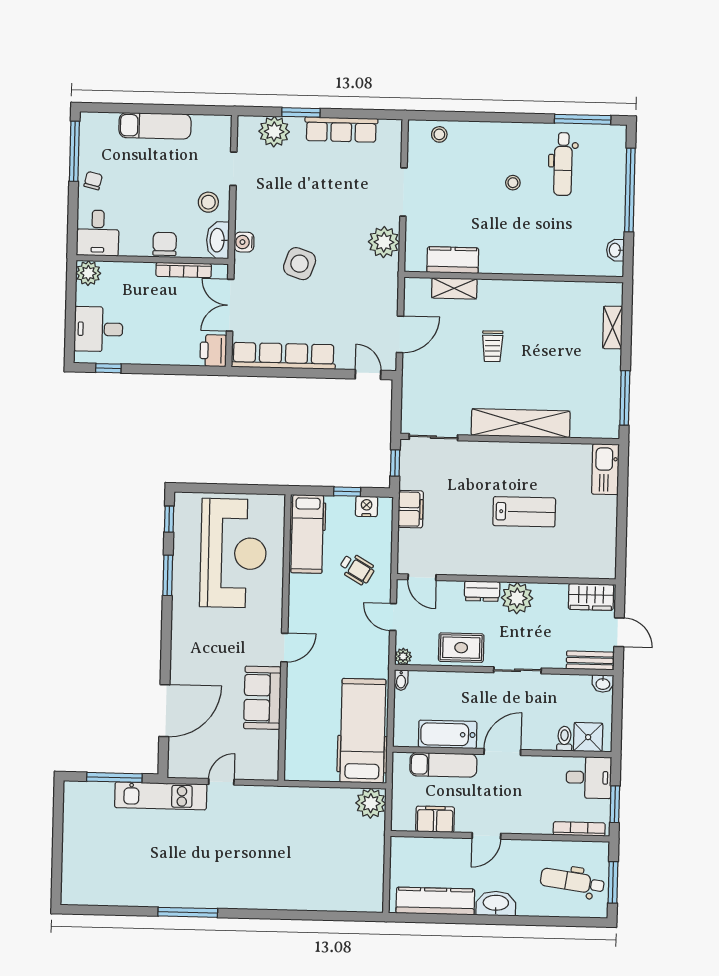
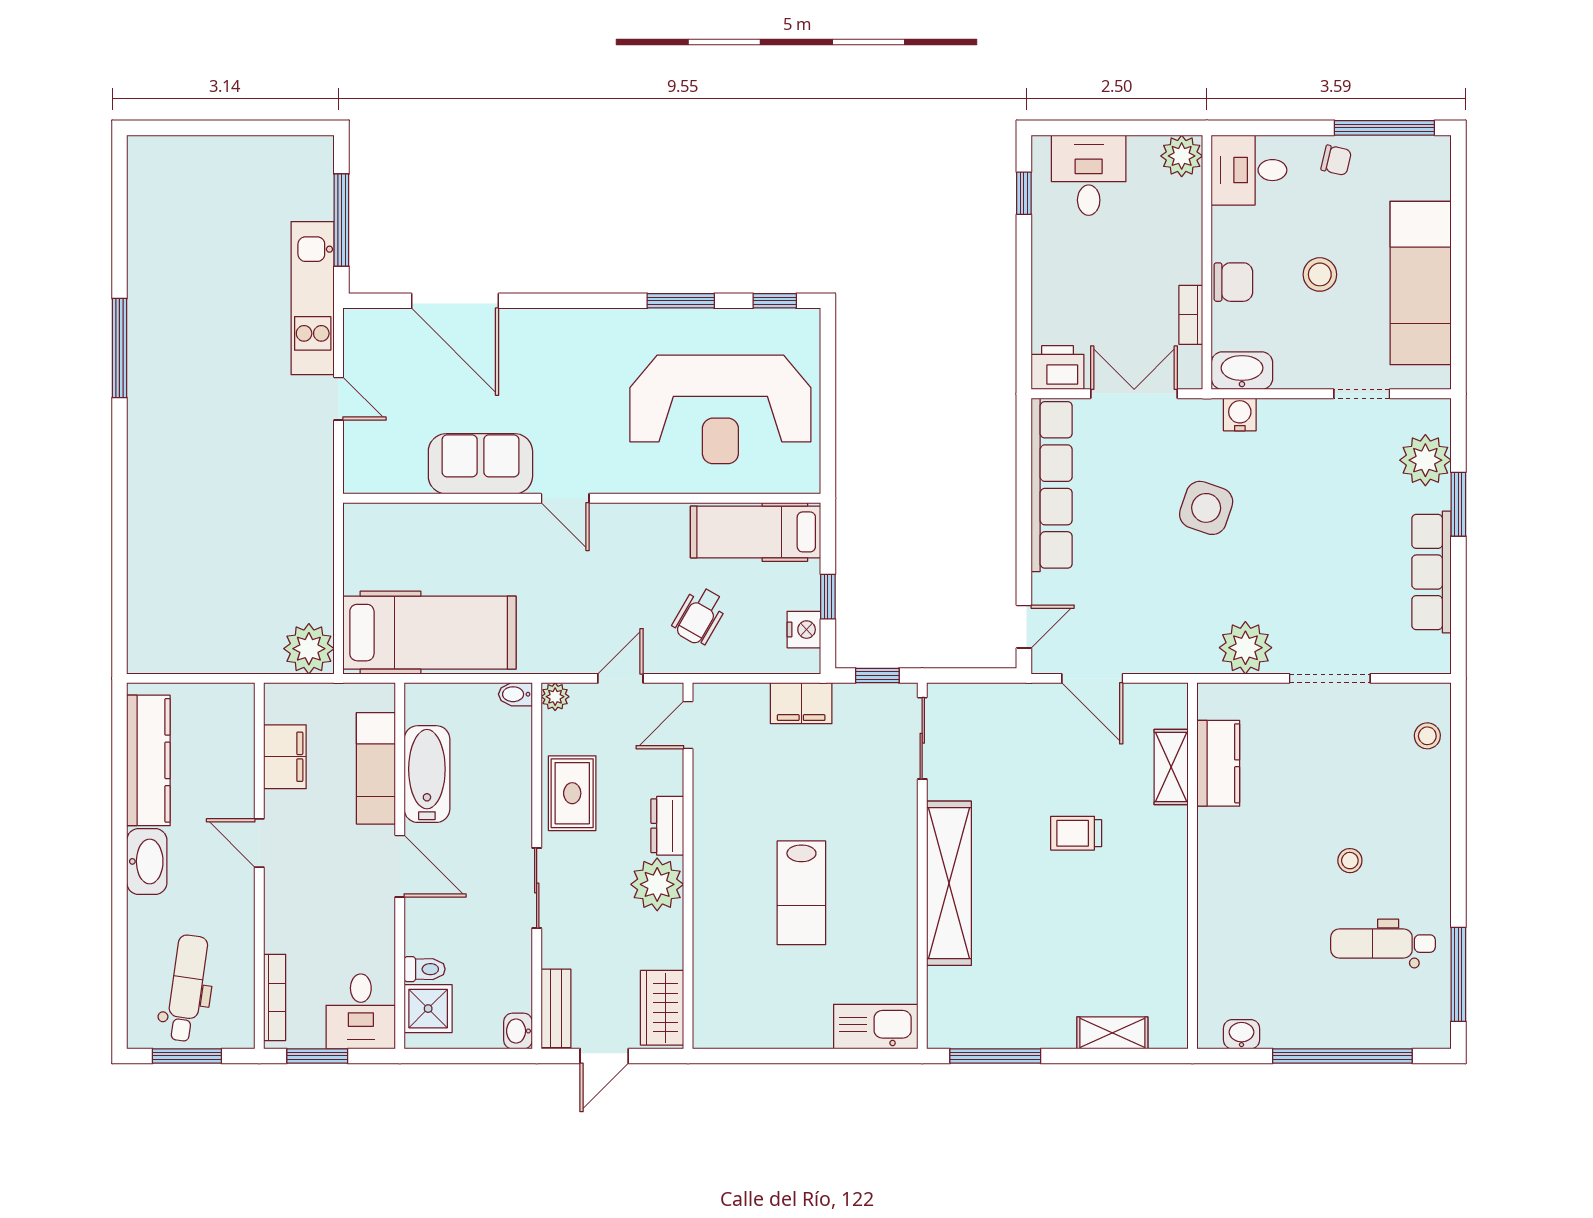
exam couch: (155, 126) -> (1421, 283), width x1.36, depth x1.45
stool: (208, 202) -> (1320, 274), moved
bookcase: (184, 270) -> (1191, 315), width x0.64

